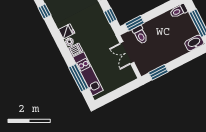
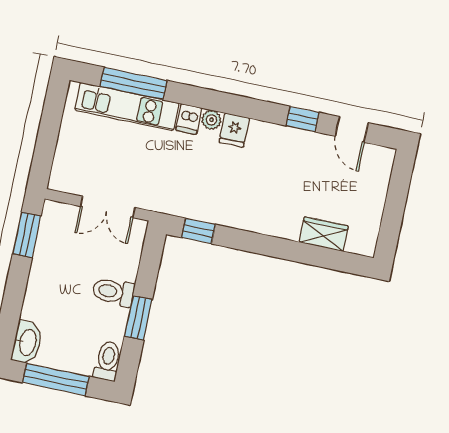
window: (135, 23) -> (138, 318), moved
toilet: (140, 35) -> (113, 292), moved
double door: (127, 53) -> (108, 207), swing flipped

